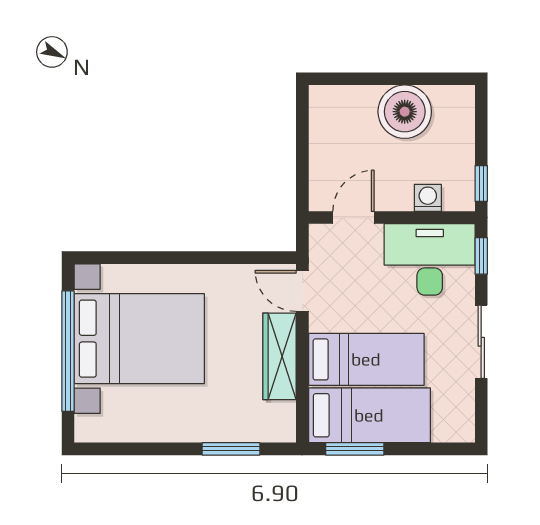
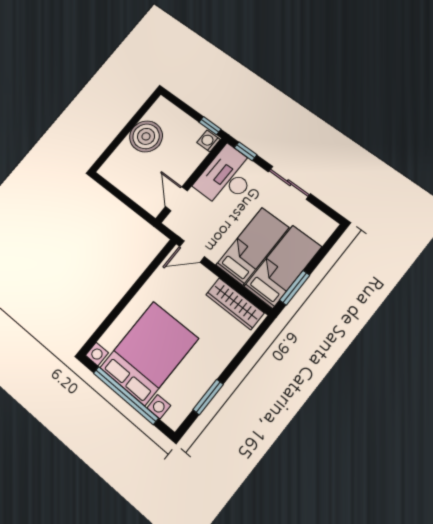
washing machine: (428, 198) -> (208, 141), moved
wardrobe: (279, 356) -> (235, 304), moved
window: (231, 449) -> (208, 397), moved

